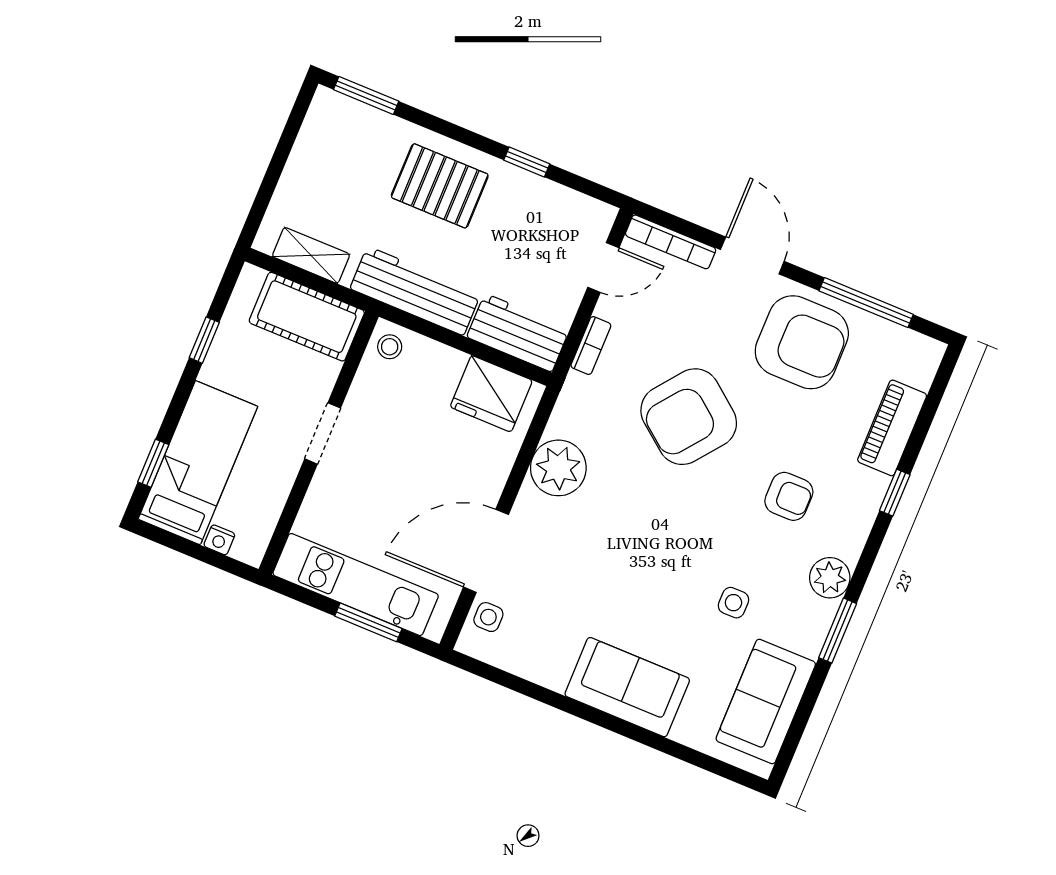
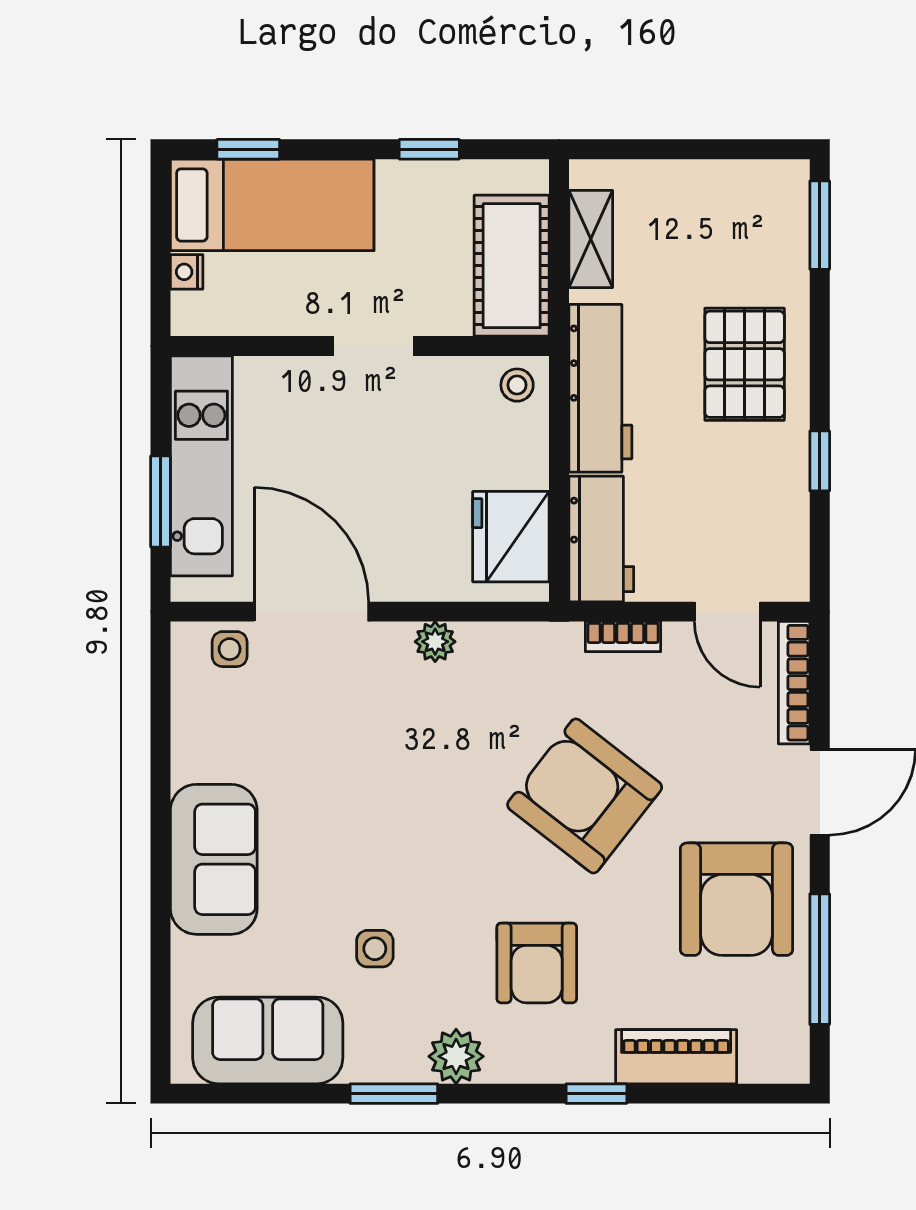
plant: (558, 468) -> (435, 642), width x0.53, depth x0.53
armchair: (789, 496) -> (537, 963), width x1.38, depth x1.38

